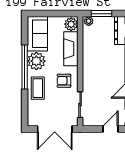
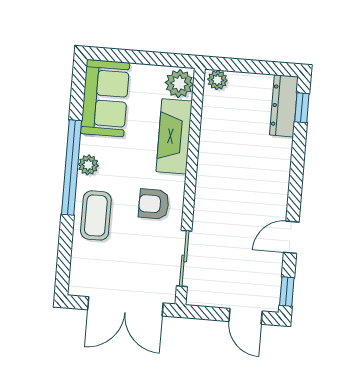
window: (102, 14) -> (247, 66), removed
plant: (36, 61) -> (88, 165), width x0.53, depth x0.53
door: (110, 129) -> (246, 316), swing flipped

